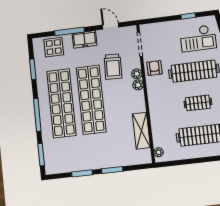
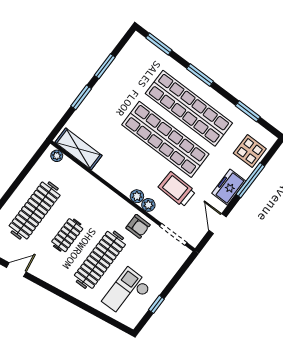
door: (111, 26) -> (217, 224), swing flipped
window: (37, 115) -> (200, 75), width x0.69
shelving: (141, 131) -> (78, 149), moved

